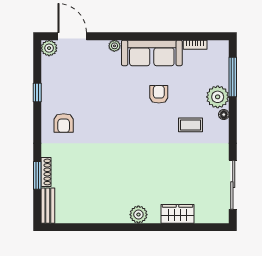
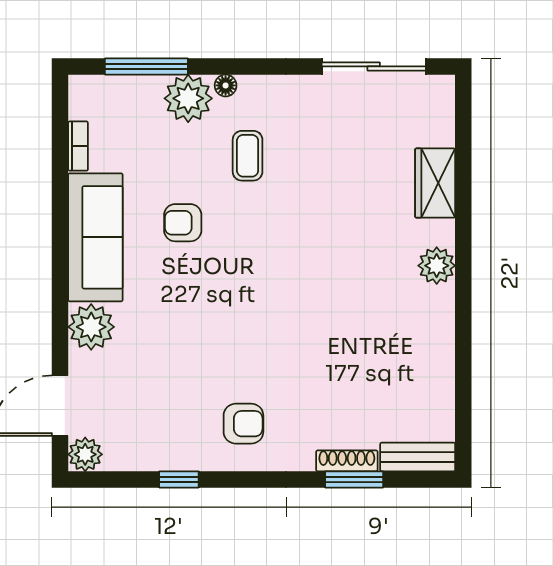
plant: (114, 46) -> (91, 327), width x1.88, depth x1.88

